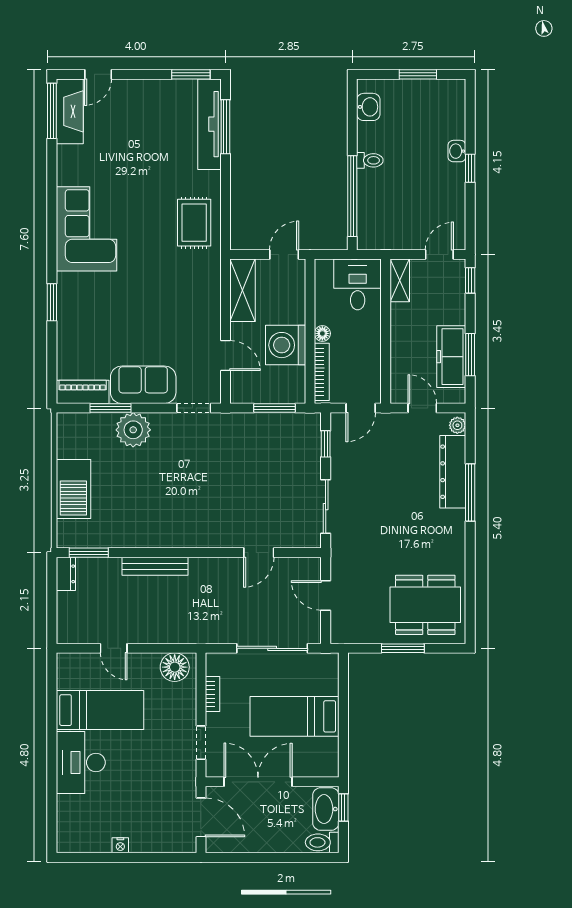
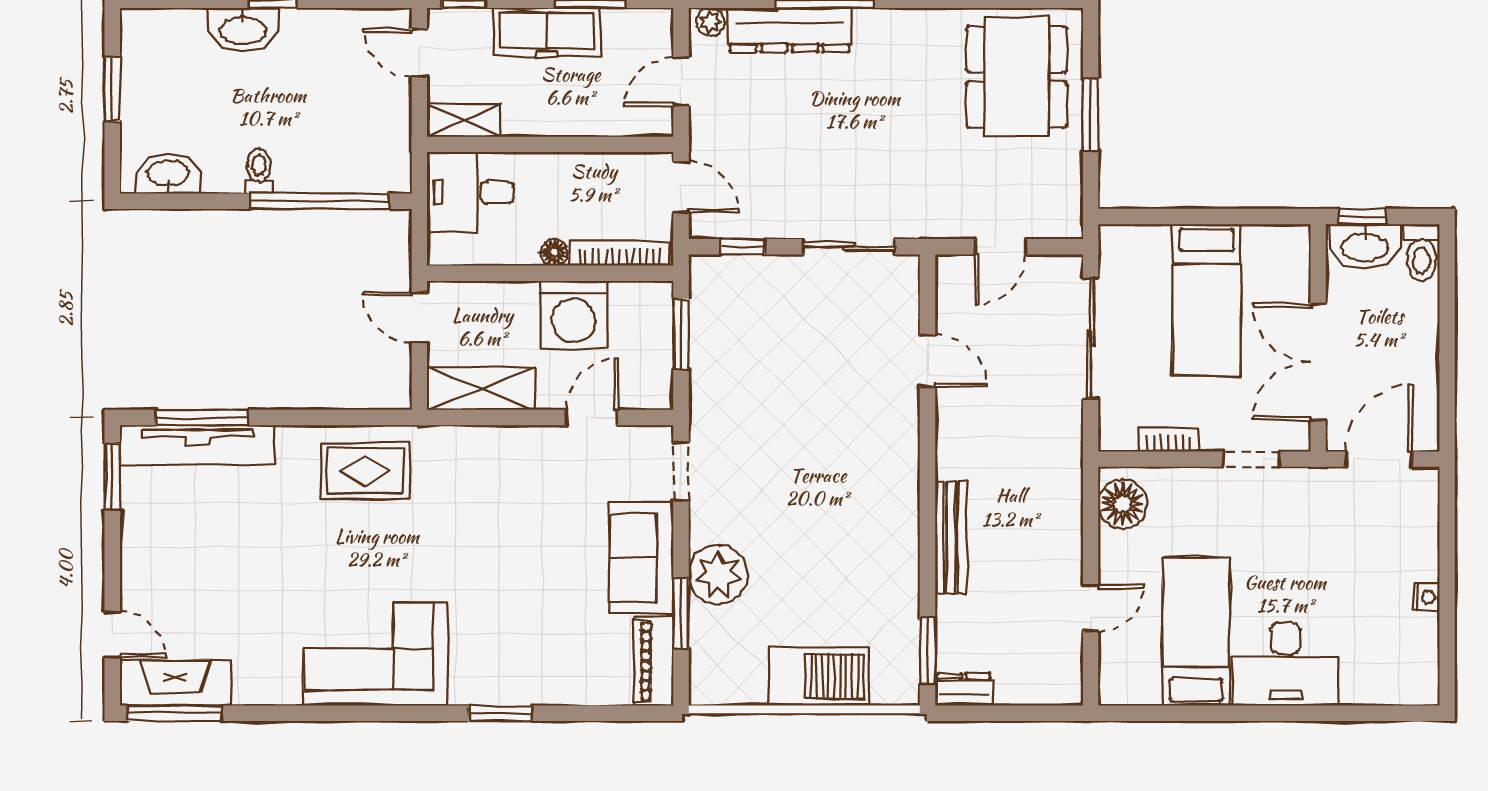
washbasin: (368, 107) -> (168, 174), width x1.38
washbasin: (457, 151) -> (243, 30), width x1.91, depth x1.45
freezer: (451, 357) -> (547, 32), moved

